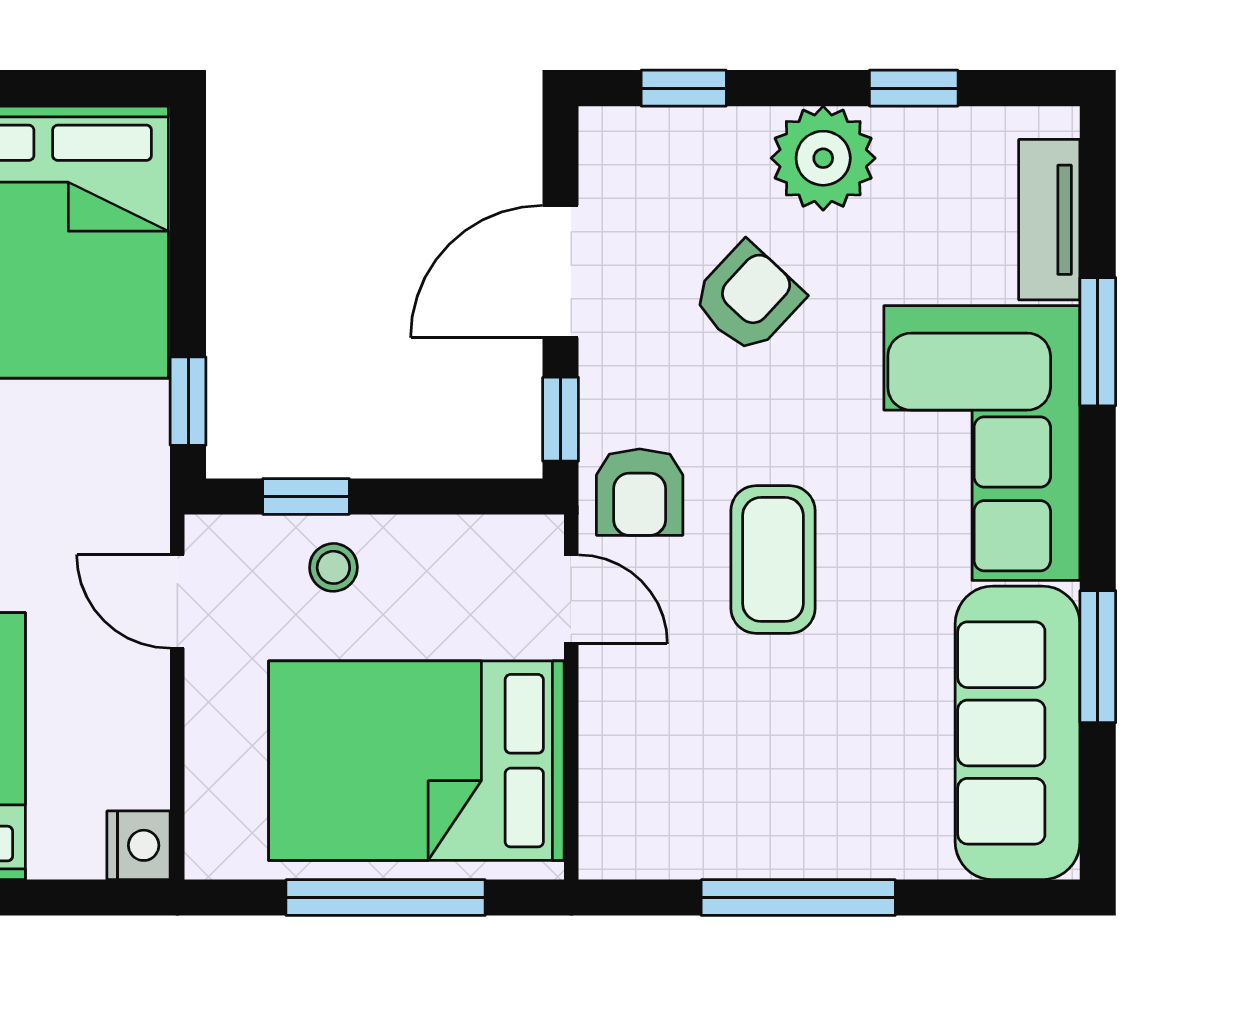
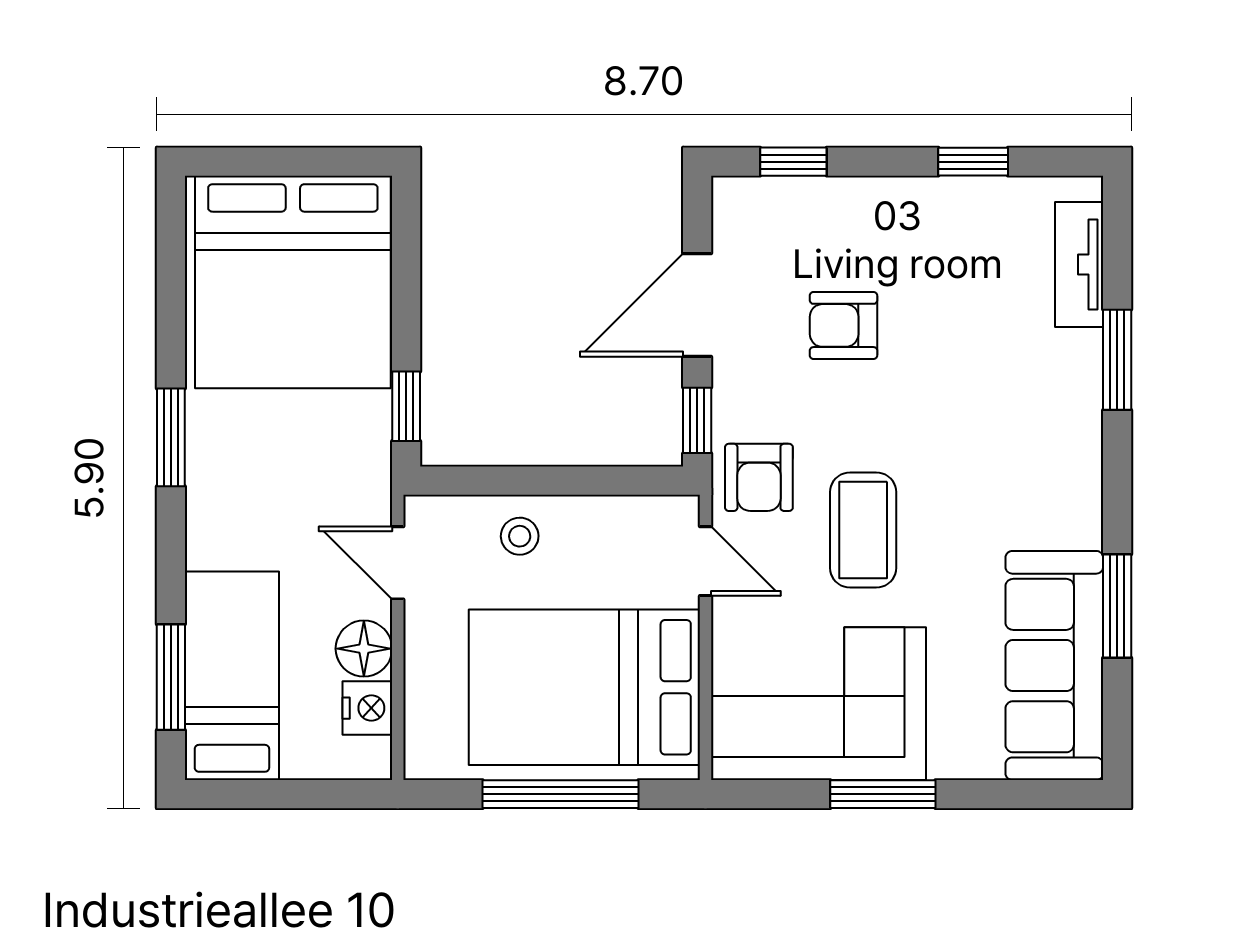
plant: (823, 158) -> (902, 216), removed
armchair: (748, 298) -> (844, 325), turned -133
corner sofa: (982, 443) -> (819, 704), moved, turned 90
window: (306, 496) -> (498, 481), removed
floor lamp: (134, 711) -> (364, 649), added
nightstand: (139, 845) -> (367, 708), moved
window: (798, 898) -> (883, 794), width x0.69

